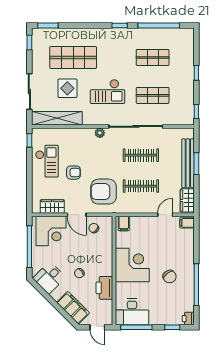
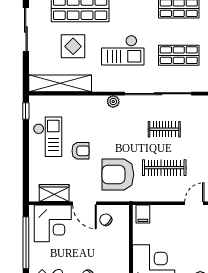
sliding door: (29, 92) -> (26, 29), moved
clothes rail: (141, 155) -> (164, 129), width x0.73

